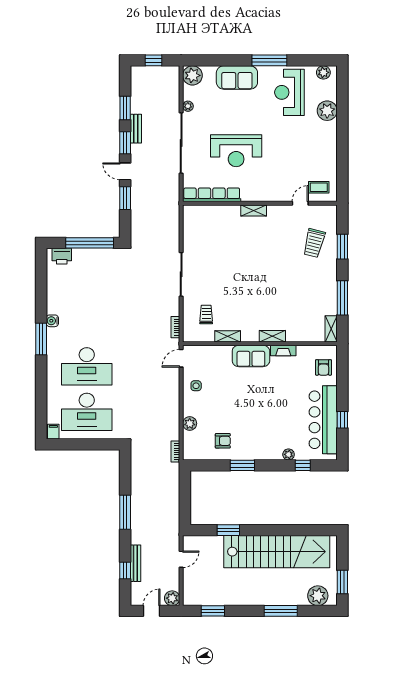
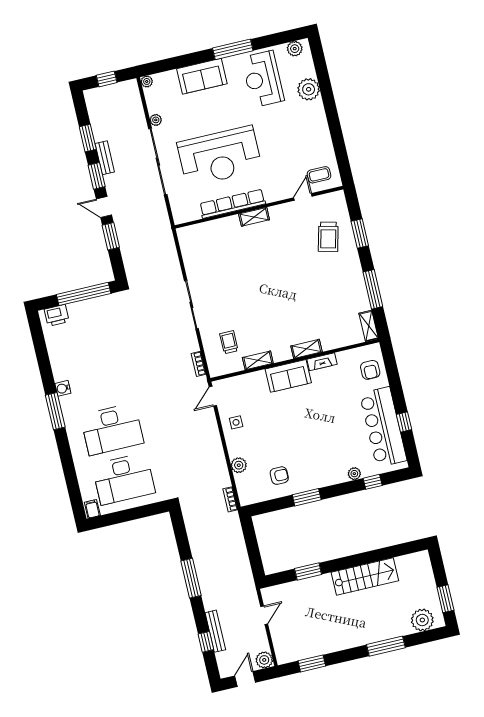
plant: (192, 75) -> (147, 81), width x0.53, depth x0.53
reception desk: (236, 151) -> (220, 156), width x1.36, depth x1.30
row of seats: (212, 195) -> (232, 204), moved
stairs: (277, 552) -> (365, 576), width x0.54, depth x0.66

